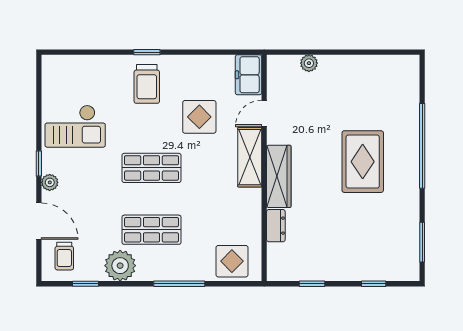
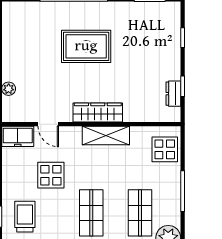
trolley: (147, 84) -> (25, 217), turned -90
shelving: (250, 157) -> (106, 135), moved
dresser: (276, 226) -> (173, 94), moved, turned -90

